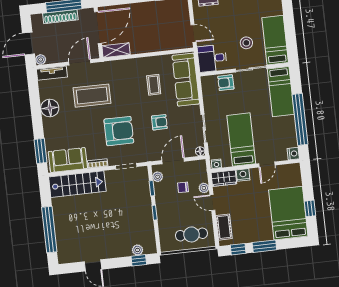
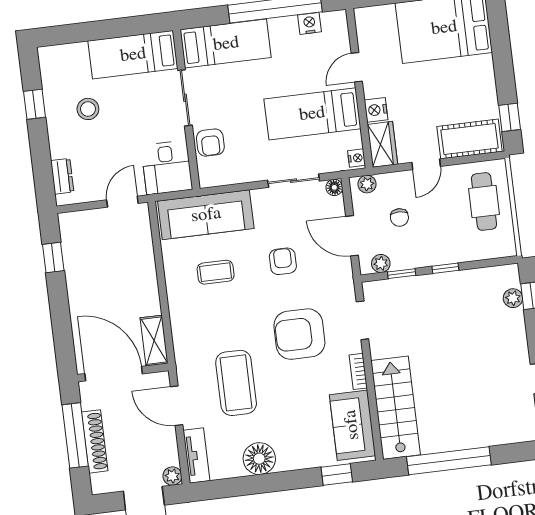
stool: (246, 43) -> (88, 109), moved
armchair: (119, 131) -> (299, 334), turned -90
window: (41, 151) -> (337, 474), width x0.67
nightstand: (293, 154) -> (309, 23), moved
door: (267, 164) -> (357, 67), swing flipped
plant: (204, 188) -> (367, 184), moved
cot: (224, 227) -> (469, 139), width x1.37, depth x1.34
window: (49, 230) -> (449, 461), moved
window: (264, 246) -> (504, 70), removed

